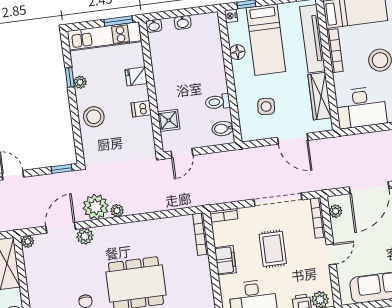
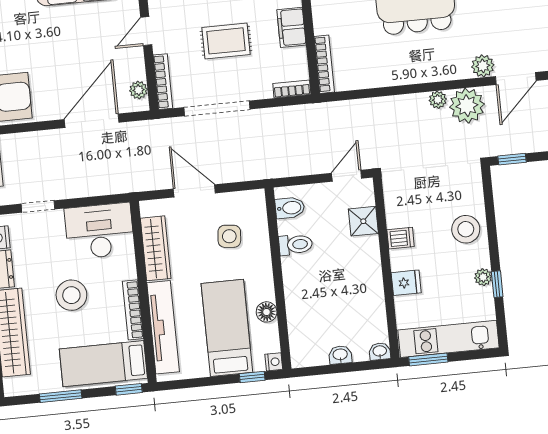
rug: (273, 249) -> (226, 41), turned 90

